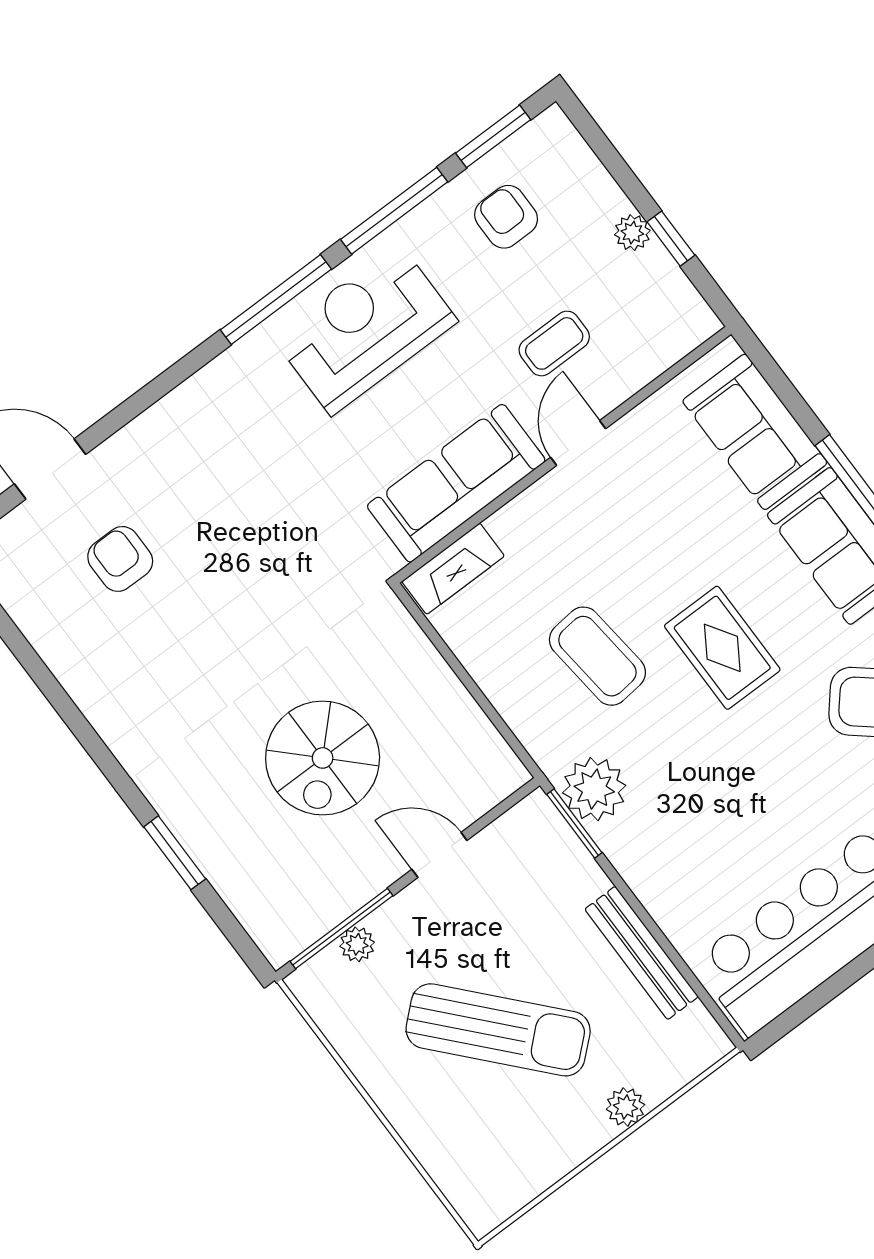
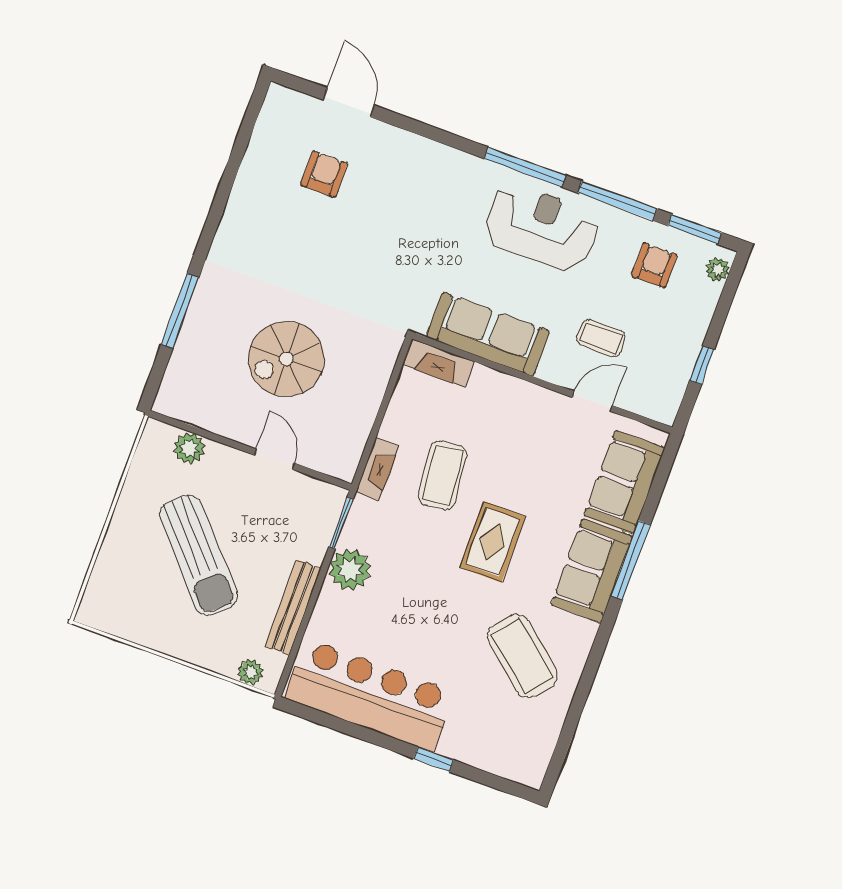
plant: (632, 233) -> (718, 270), moved
door: (578, 443) -> (592, 401), moved
fireplace: (536, 734) -> (377, 469), added
plant: (594, 789) -> (350, 570), moved
window: (175, 853) -> (180, 311), width x1.44
window: (341, 928) -> (198, 431), removed
plant: (357, 944) -> (189, 448), width x1.38, depth x1.38
plant: (625, 1107) -> (251, 672), moved

